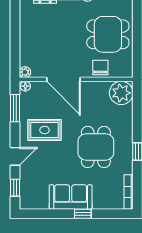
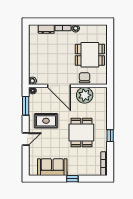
plant: (121, 93) -> (85, 95), moved
window: (15, 188) -> (26, 161), removed
sofa: (71, 197) -> (52, 167), moved

